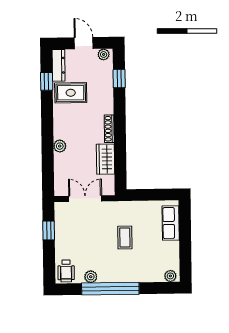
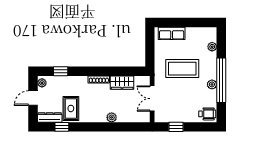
coffee table: (125, 237) -> (182, 69), width x1.86, depth x1.72
plant: (170, 276) -> (212, 47), moved
plant: (91, 277) -> (212, 84), moved

